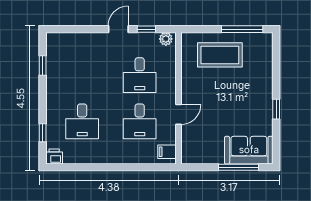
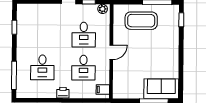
window: (276, 109) -> (181, 20), moved
door: (178, 114) -> (111, 52), moved
window: (43, 133) -> (14, 75), width x2.17
printer: (54, 157) -> (63, 93), moved

